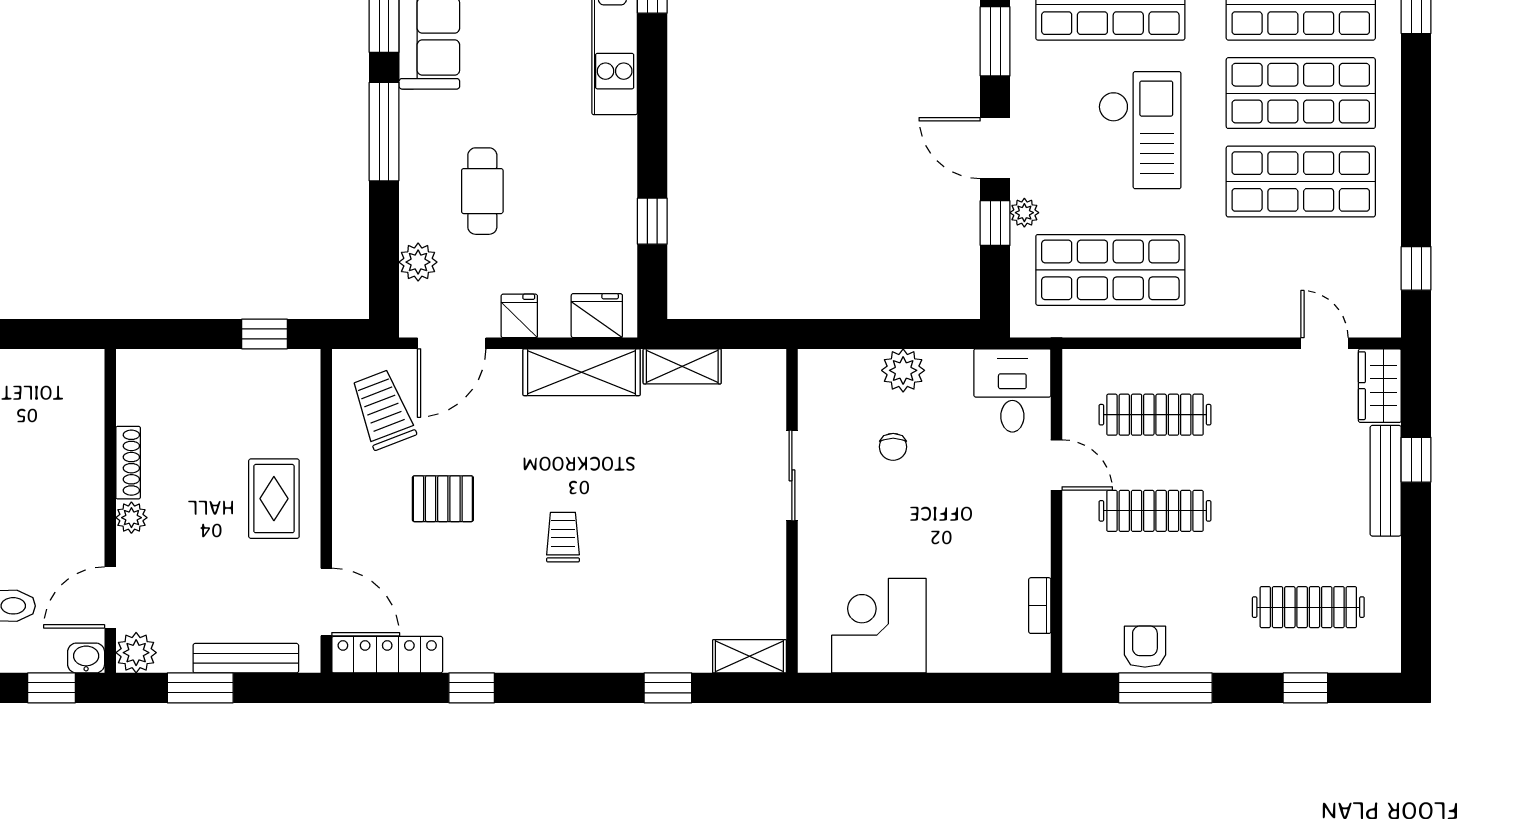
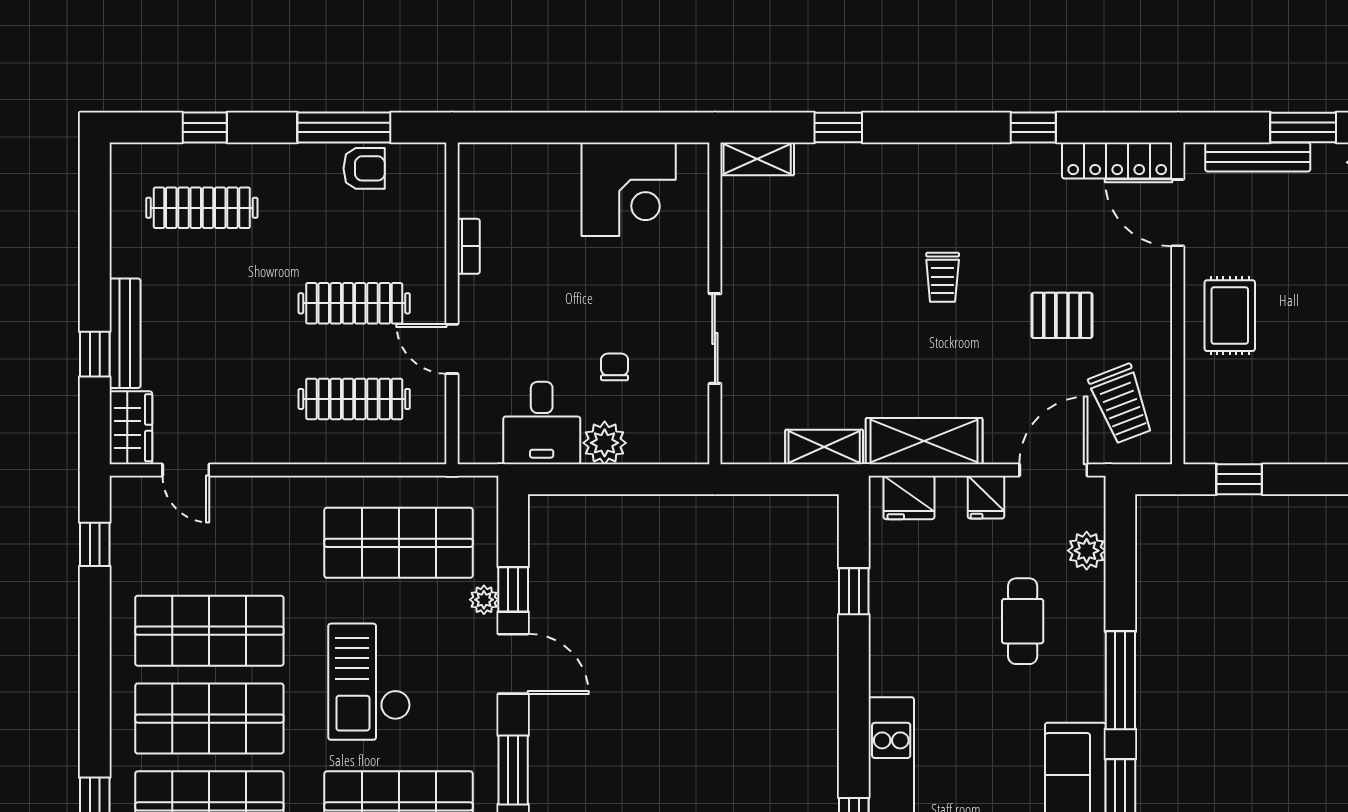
desk: (1012, 390) -> (542, 423), moved
bookcase: (1040, 606) -> (469, 246), moved
armchair: (1145, 647) -> (364, 168), turned -90

